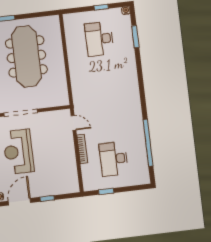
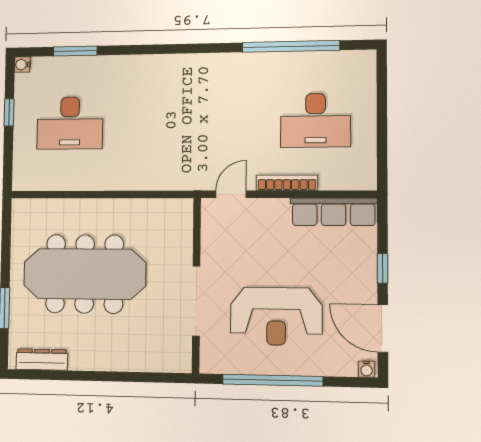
row of seats: (71, 173) -> (334, 212), added
window: (106, 191) -> (382, 143), removed

